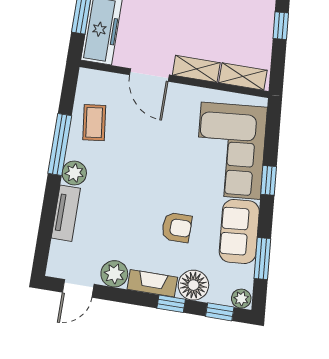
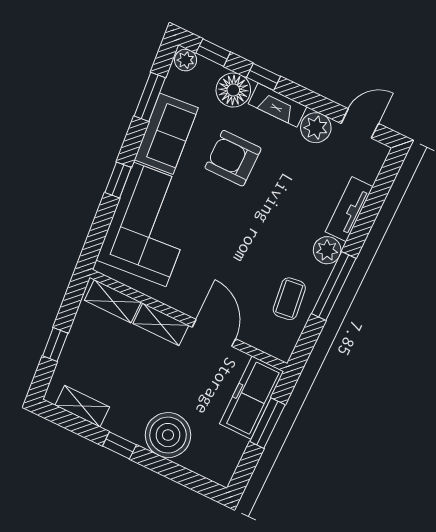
armchair: (177, 227) -> (233, 158), width x1.38, depth x1.38

